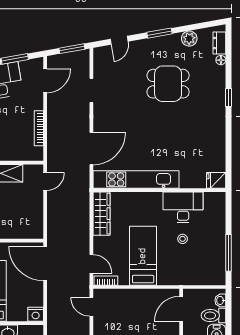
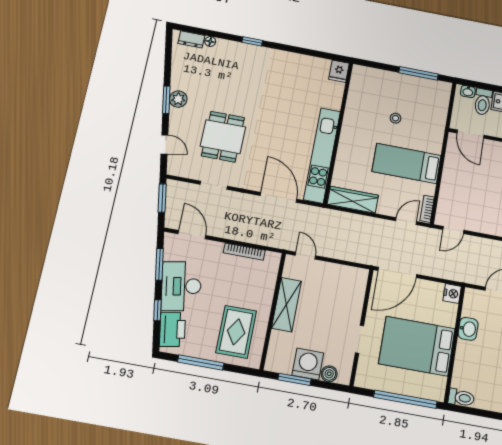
plant: (189, 39) -> (178, 99), moved
dining table: (168, 84) -> (223, 137), moved
desk: (183, 207) -> (362, 111), removed

